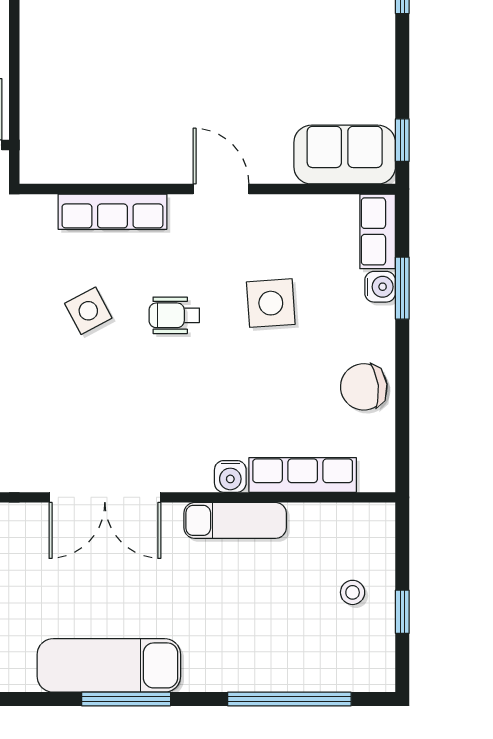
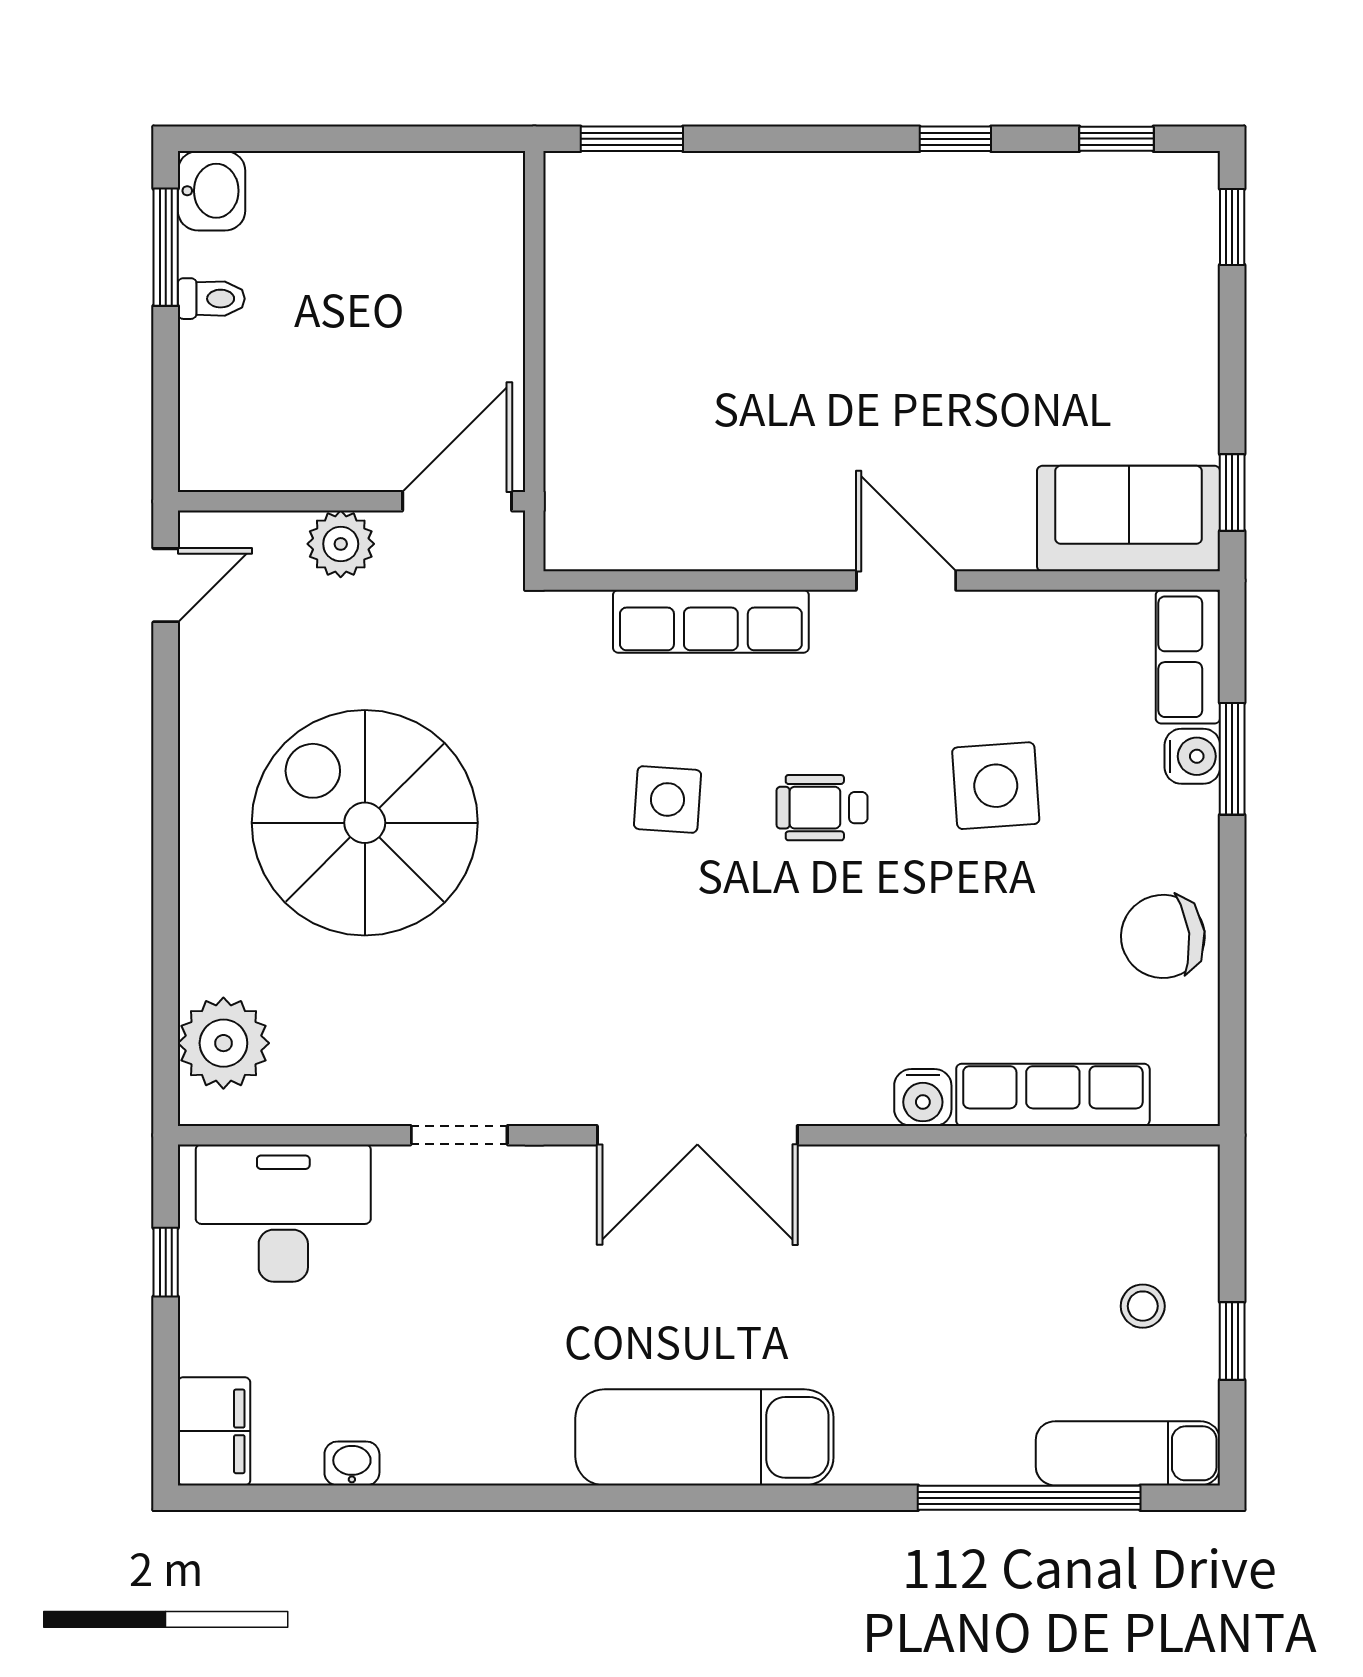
side table: (88, 311) -> (667, 799), turned 32
exam couch: (235, 520) -> (1128, 1453), moved, turned 180
window: (126, 699) -> (735, 1498), removed

